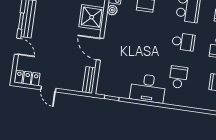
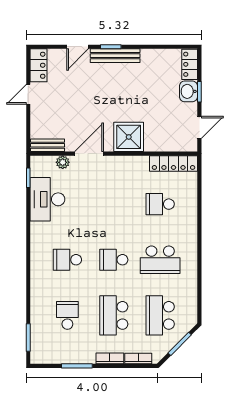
plant: (112, 10) -> (63, 162), moved
school desk: (183, 42) -> (114, 260), turned 90
school desk: (178, 77) -> (67, 260), turned 180
desk: (148, 88) -> (47, 199), moved

